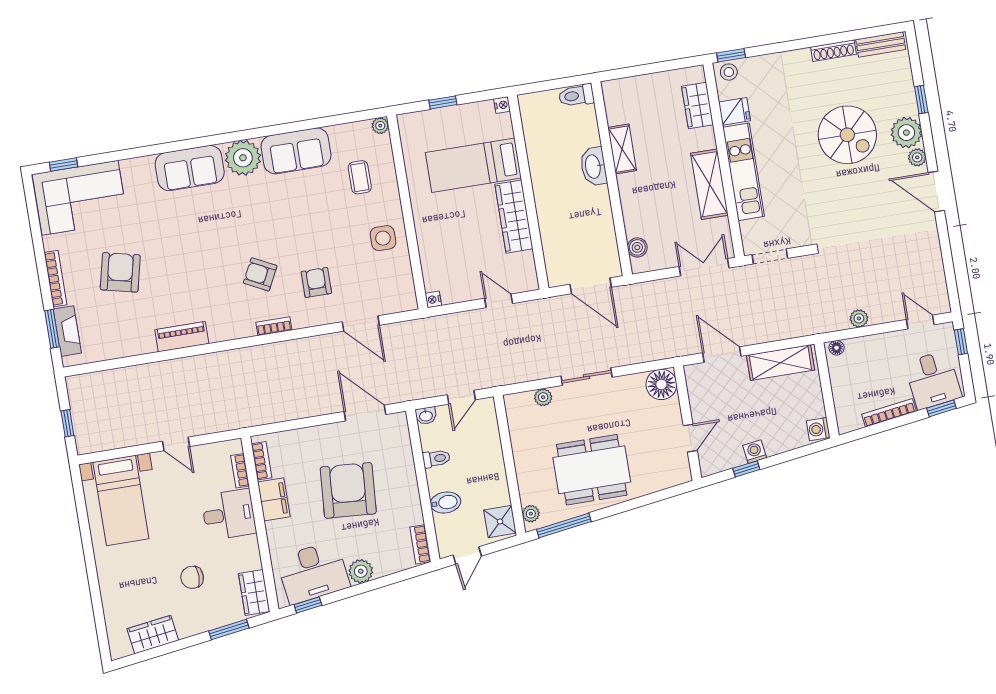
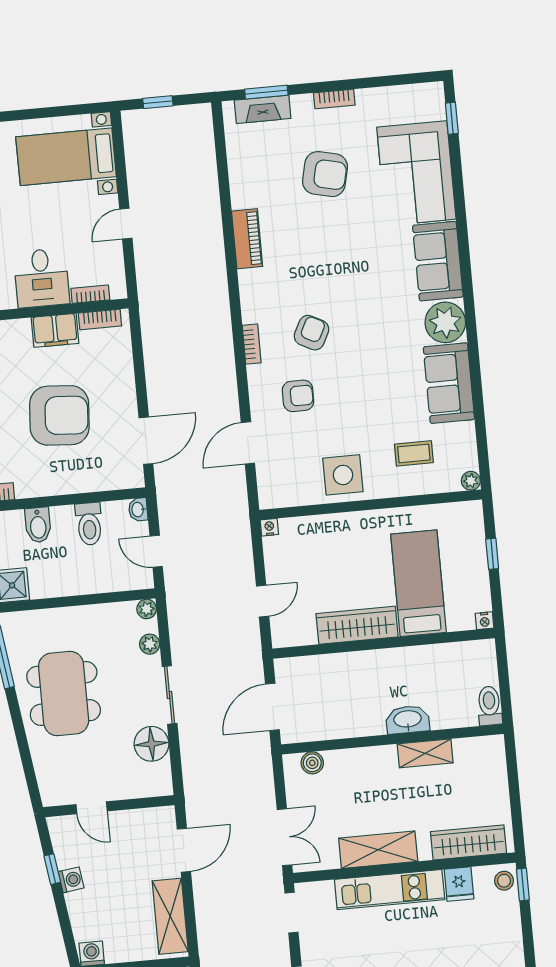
wardrobe: (697, 106) -> (469, 842), width x1.50
corner sofa: (80, 198) -> (416, 173), moved
side table: (383, 238) -> (343, 475), width x1.37, depth x1.37
bookcase: (55, 279) -> (334, 99), width x0.64
floor lamp: (661, 384) -> (152, 744), moved
toilet: (436, 459) -> (89, 524), width x1.37, depth x1.39
plant: (531, 514) -> (147, 609), moved

